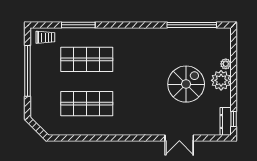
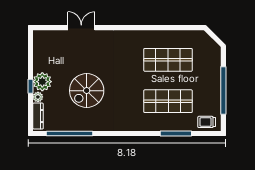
spiral stairs: (186, 84) -> (87, 91), moved
window: (234, 119) -> (30, 86), moved
dresser: (226, 121) -> (38, 116), moved

